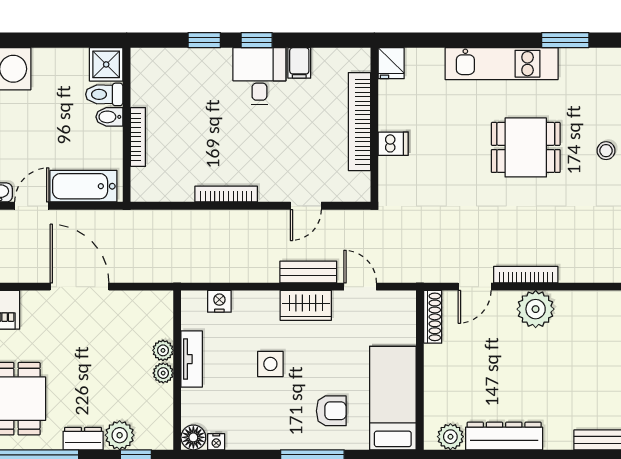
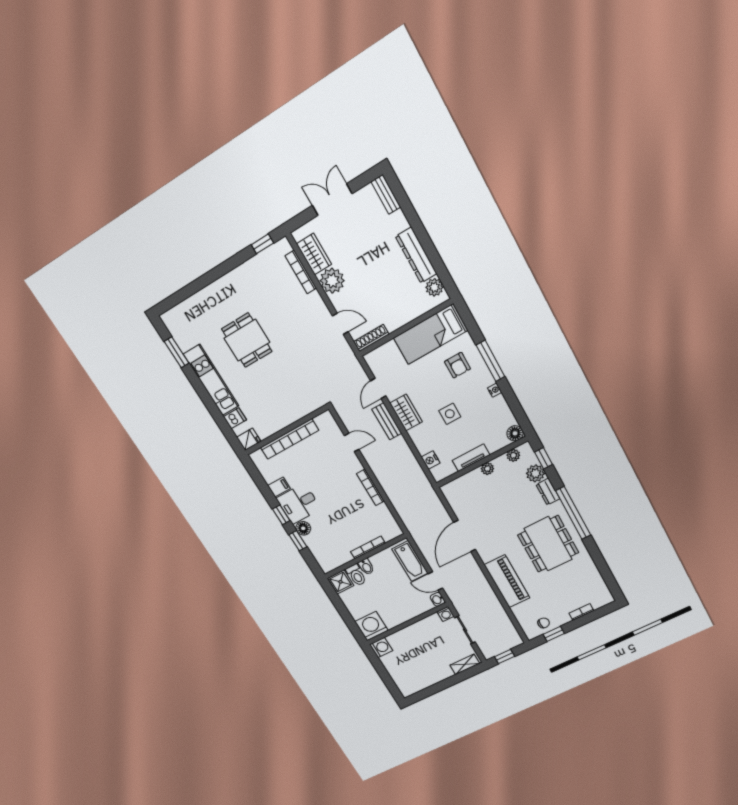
floor lamp: (219, 60) -> (303, 528), added
dishwasher: (393, 144) -> (235, 418), moved, turned 90
stool: (606, 151) -> (220, 293), removed
bookcase: (526, 275) -> (301, 272), moved
wardrobe: (582, 306) -> (314, 254), added
plant: (163, 350) -> (513, 455), moved
armchair: (331, 411) -> (457, 365), turned 180
nightstand: (216, 442) -> (495, 390), moved

